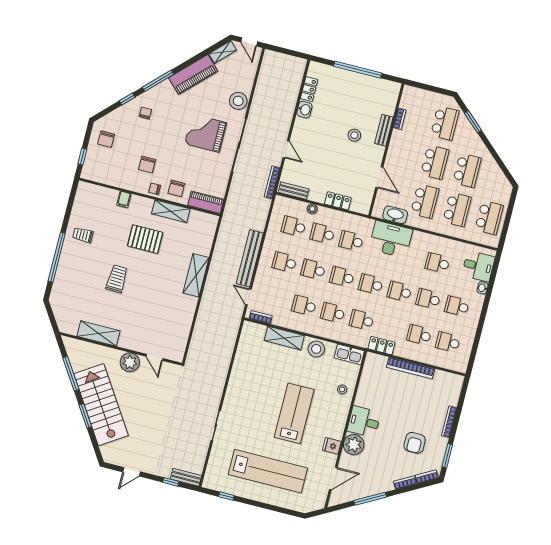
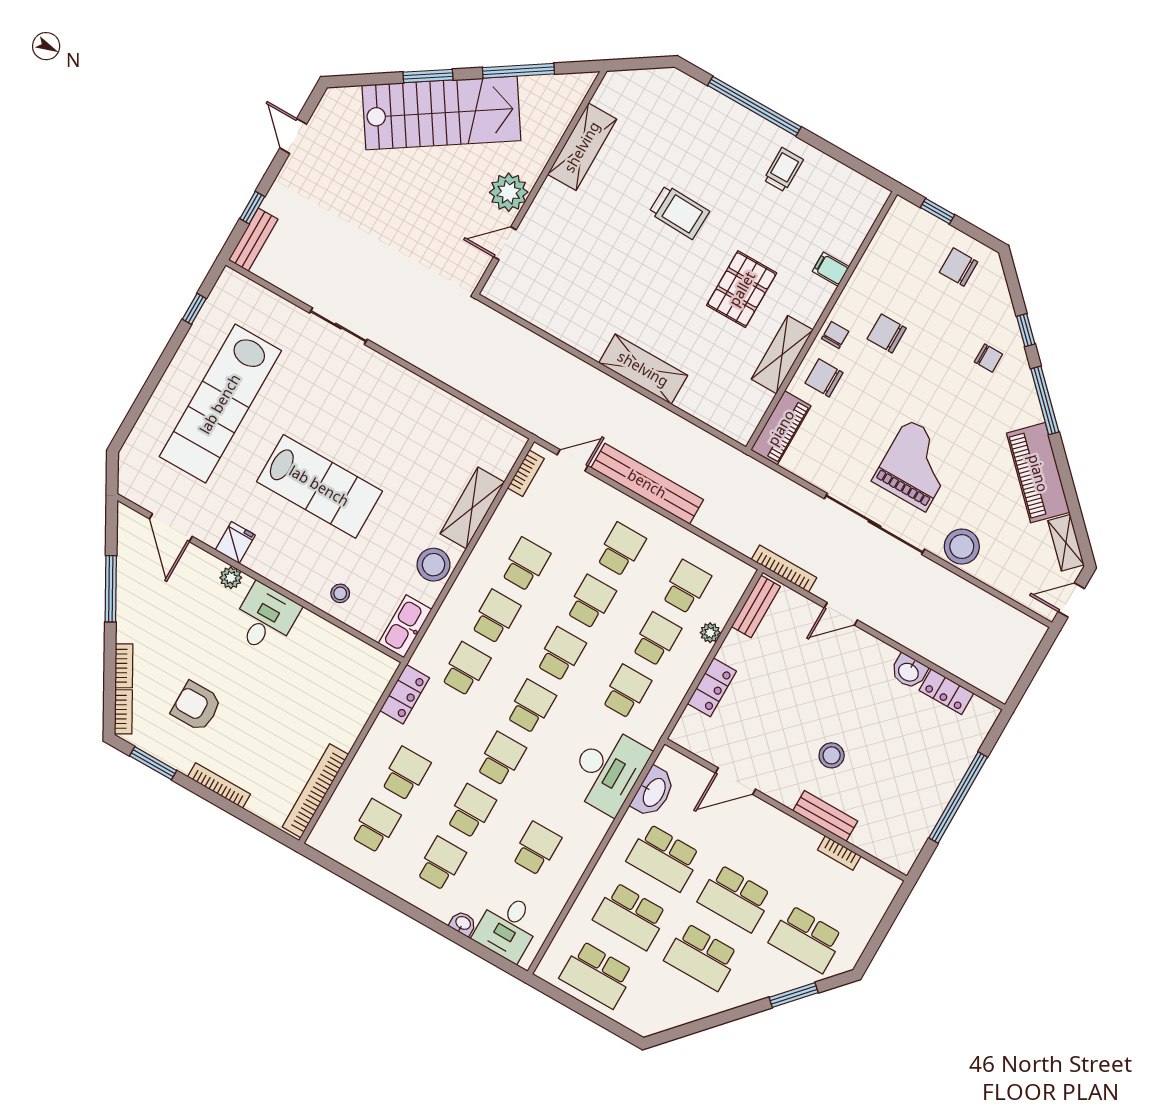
bookcase: (411, 368) -> (315, 791), moved
plant: (354, 445) -> (231, 578), width x0.53, depth x0.53

